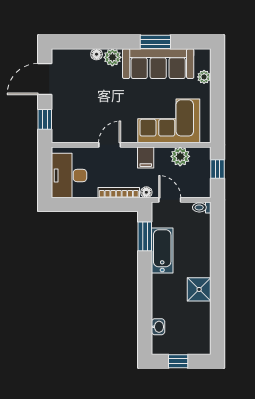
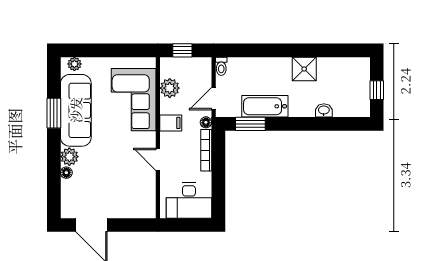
plant: (204, 77) -> (74, 64), moved
window: (45, 119) -> (132, 225), removed
washbasin: (158, 327) -> (324, 110), moved

